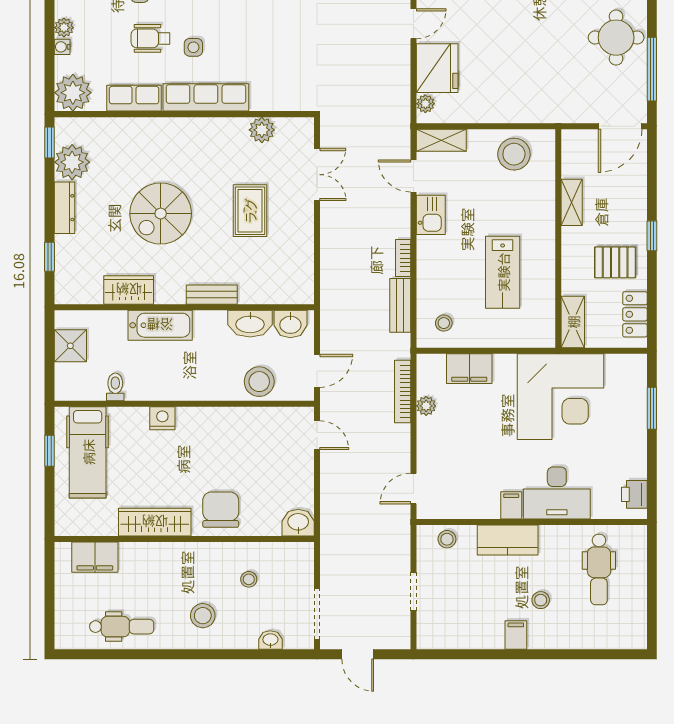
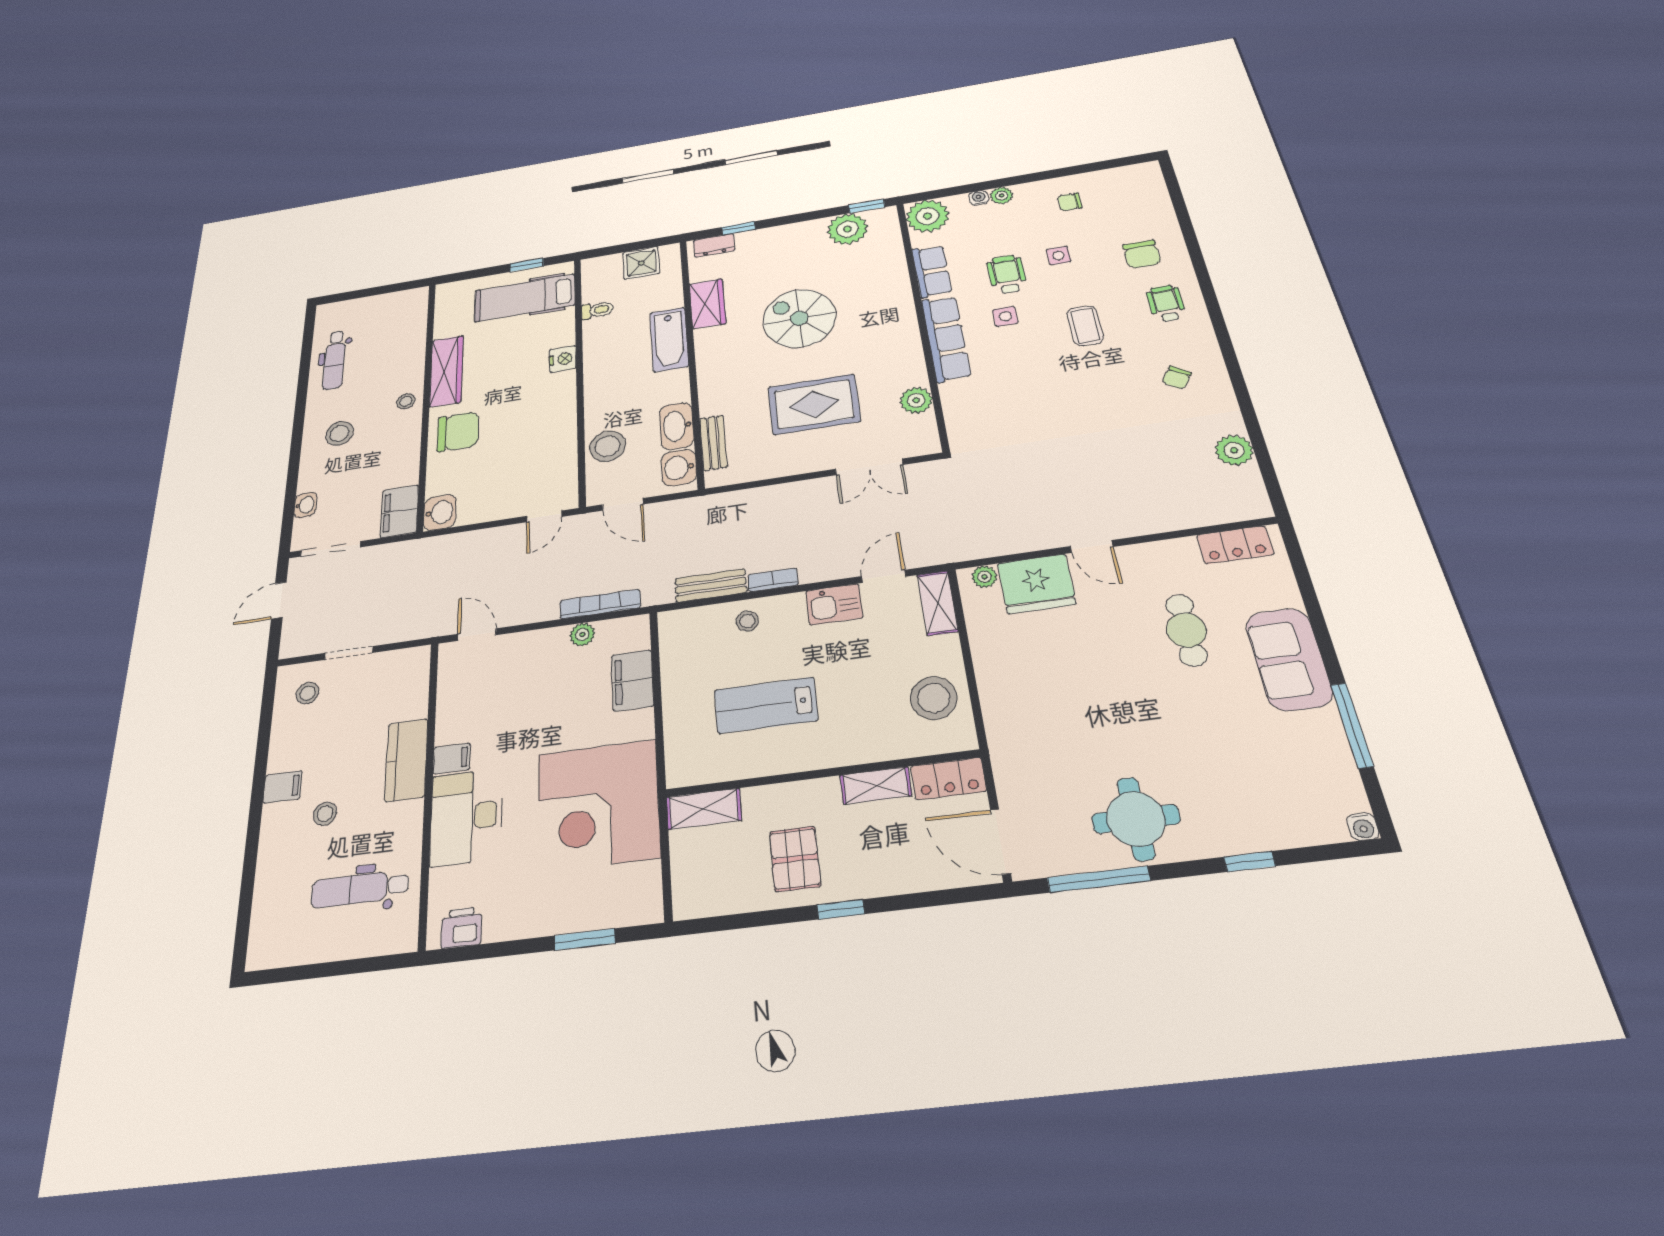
dresser: (64, 208) -> (714, 245), moved, width x0.70
rug: (250, 211) -> (814, 404), width x1.36, depth x1.43
bench: (212, 295) -> (713, 443), moved
locker: (635, 314) -> (948, 779), moved, turned 180
stool: (444, 323) -> (747, 621), moved
stool: (447, 539) -> (307, 693), moved
filing cabinet: (95, 557) -> (399, 511), moved
stool: (249, 579) -> (406, 401), moved

